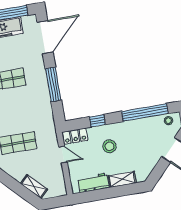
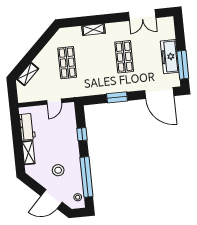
window: (53, 84) -> (117, 97), width x0.69
locker: (75, 136) -> (70, 114), removed
stool: (109, 146) -> (58, 170), moved

